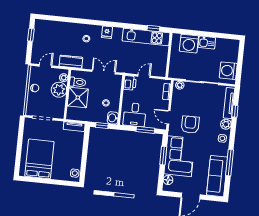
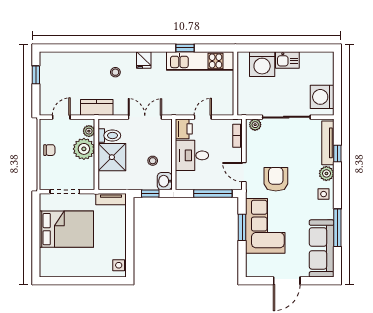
window: (153, 29) -> (185, 48), moved
desk: (135, 115) -> (192, 155), moved, turned 90
window: (145, 130) -> (213, 193), width x1.44
bed: (39, 159) -> (66, 229), moved, turned 90
floor lamp: (168, 180) -> (252, 261), removed

